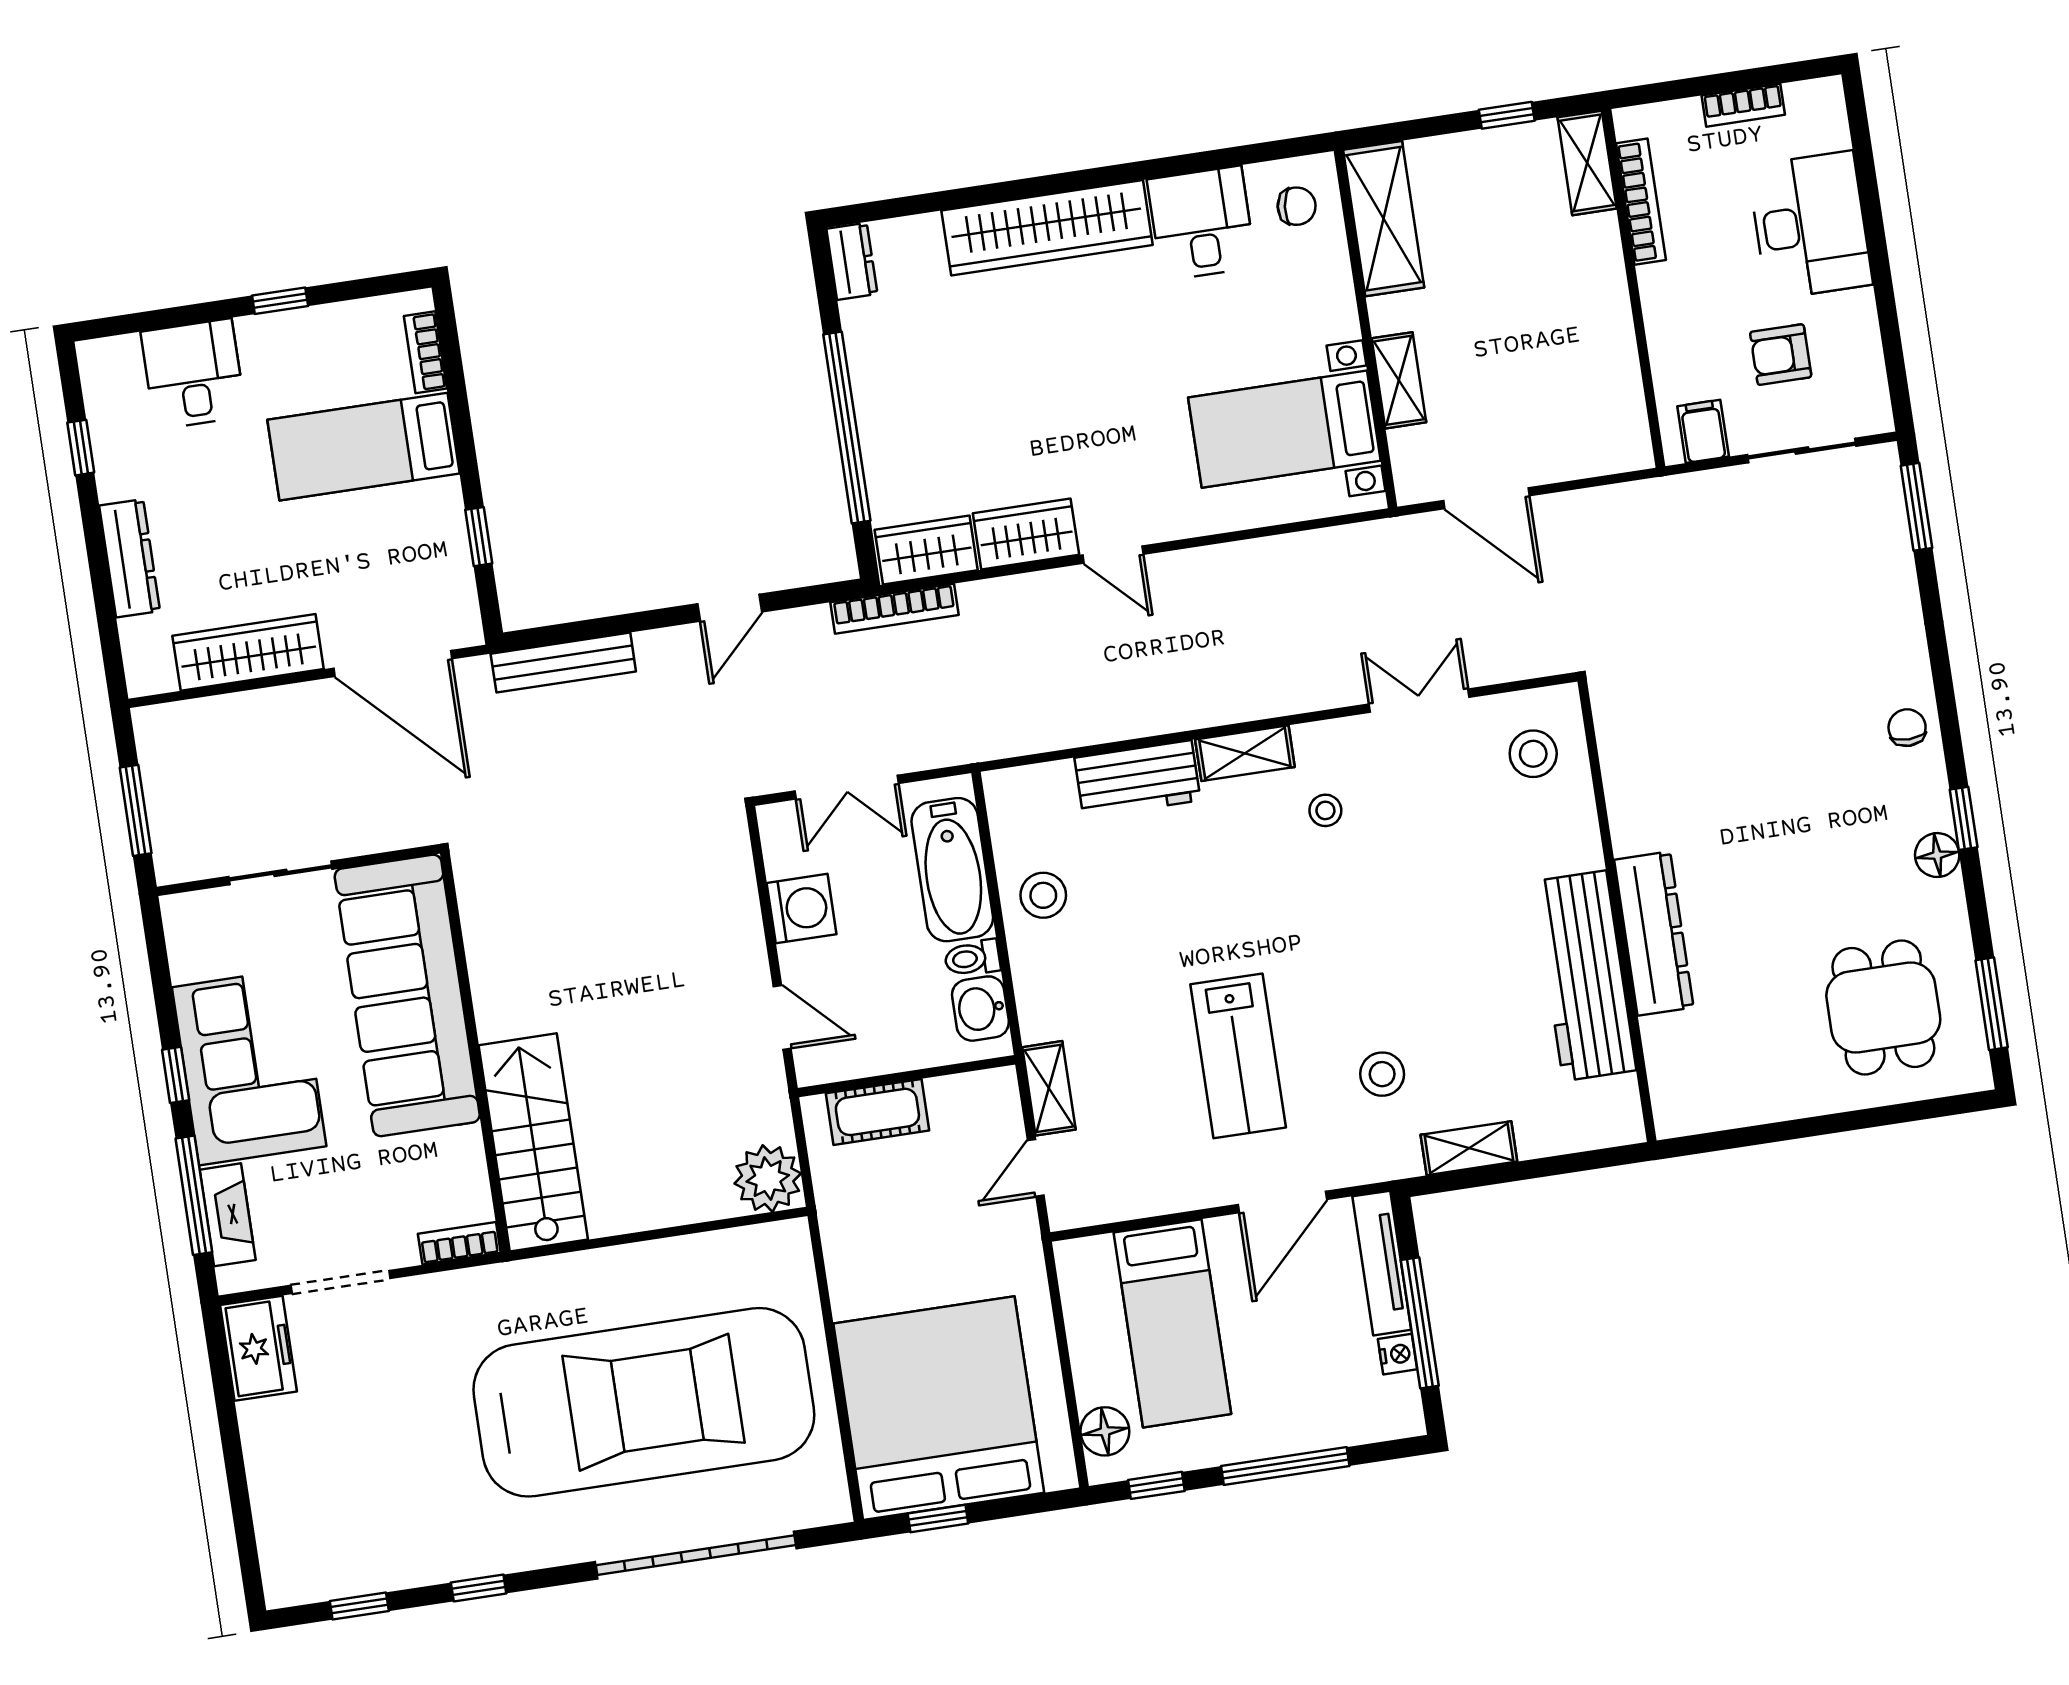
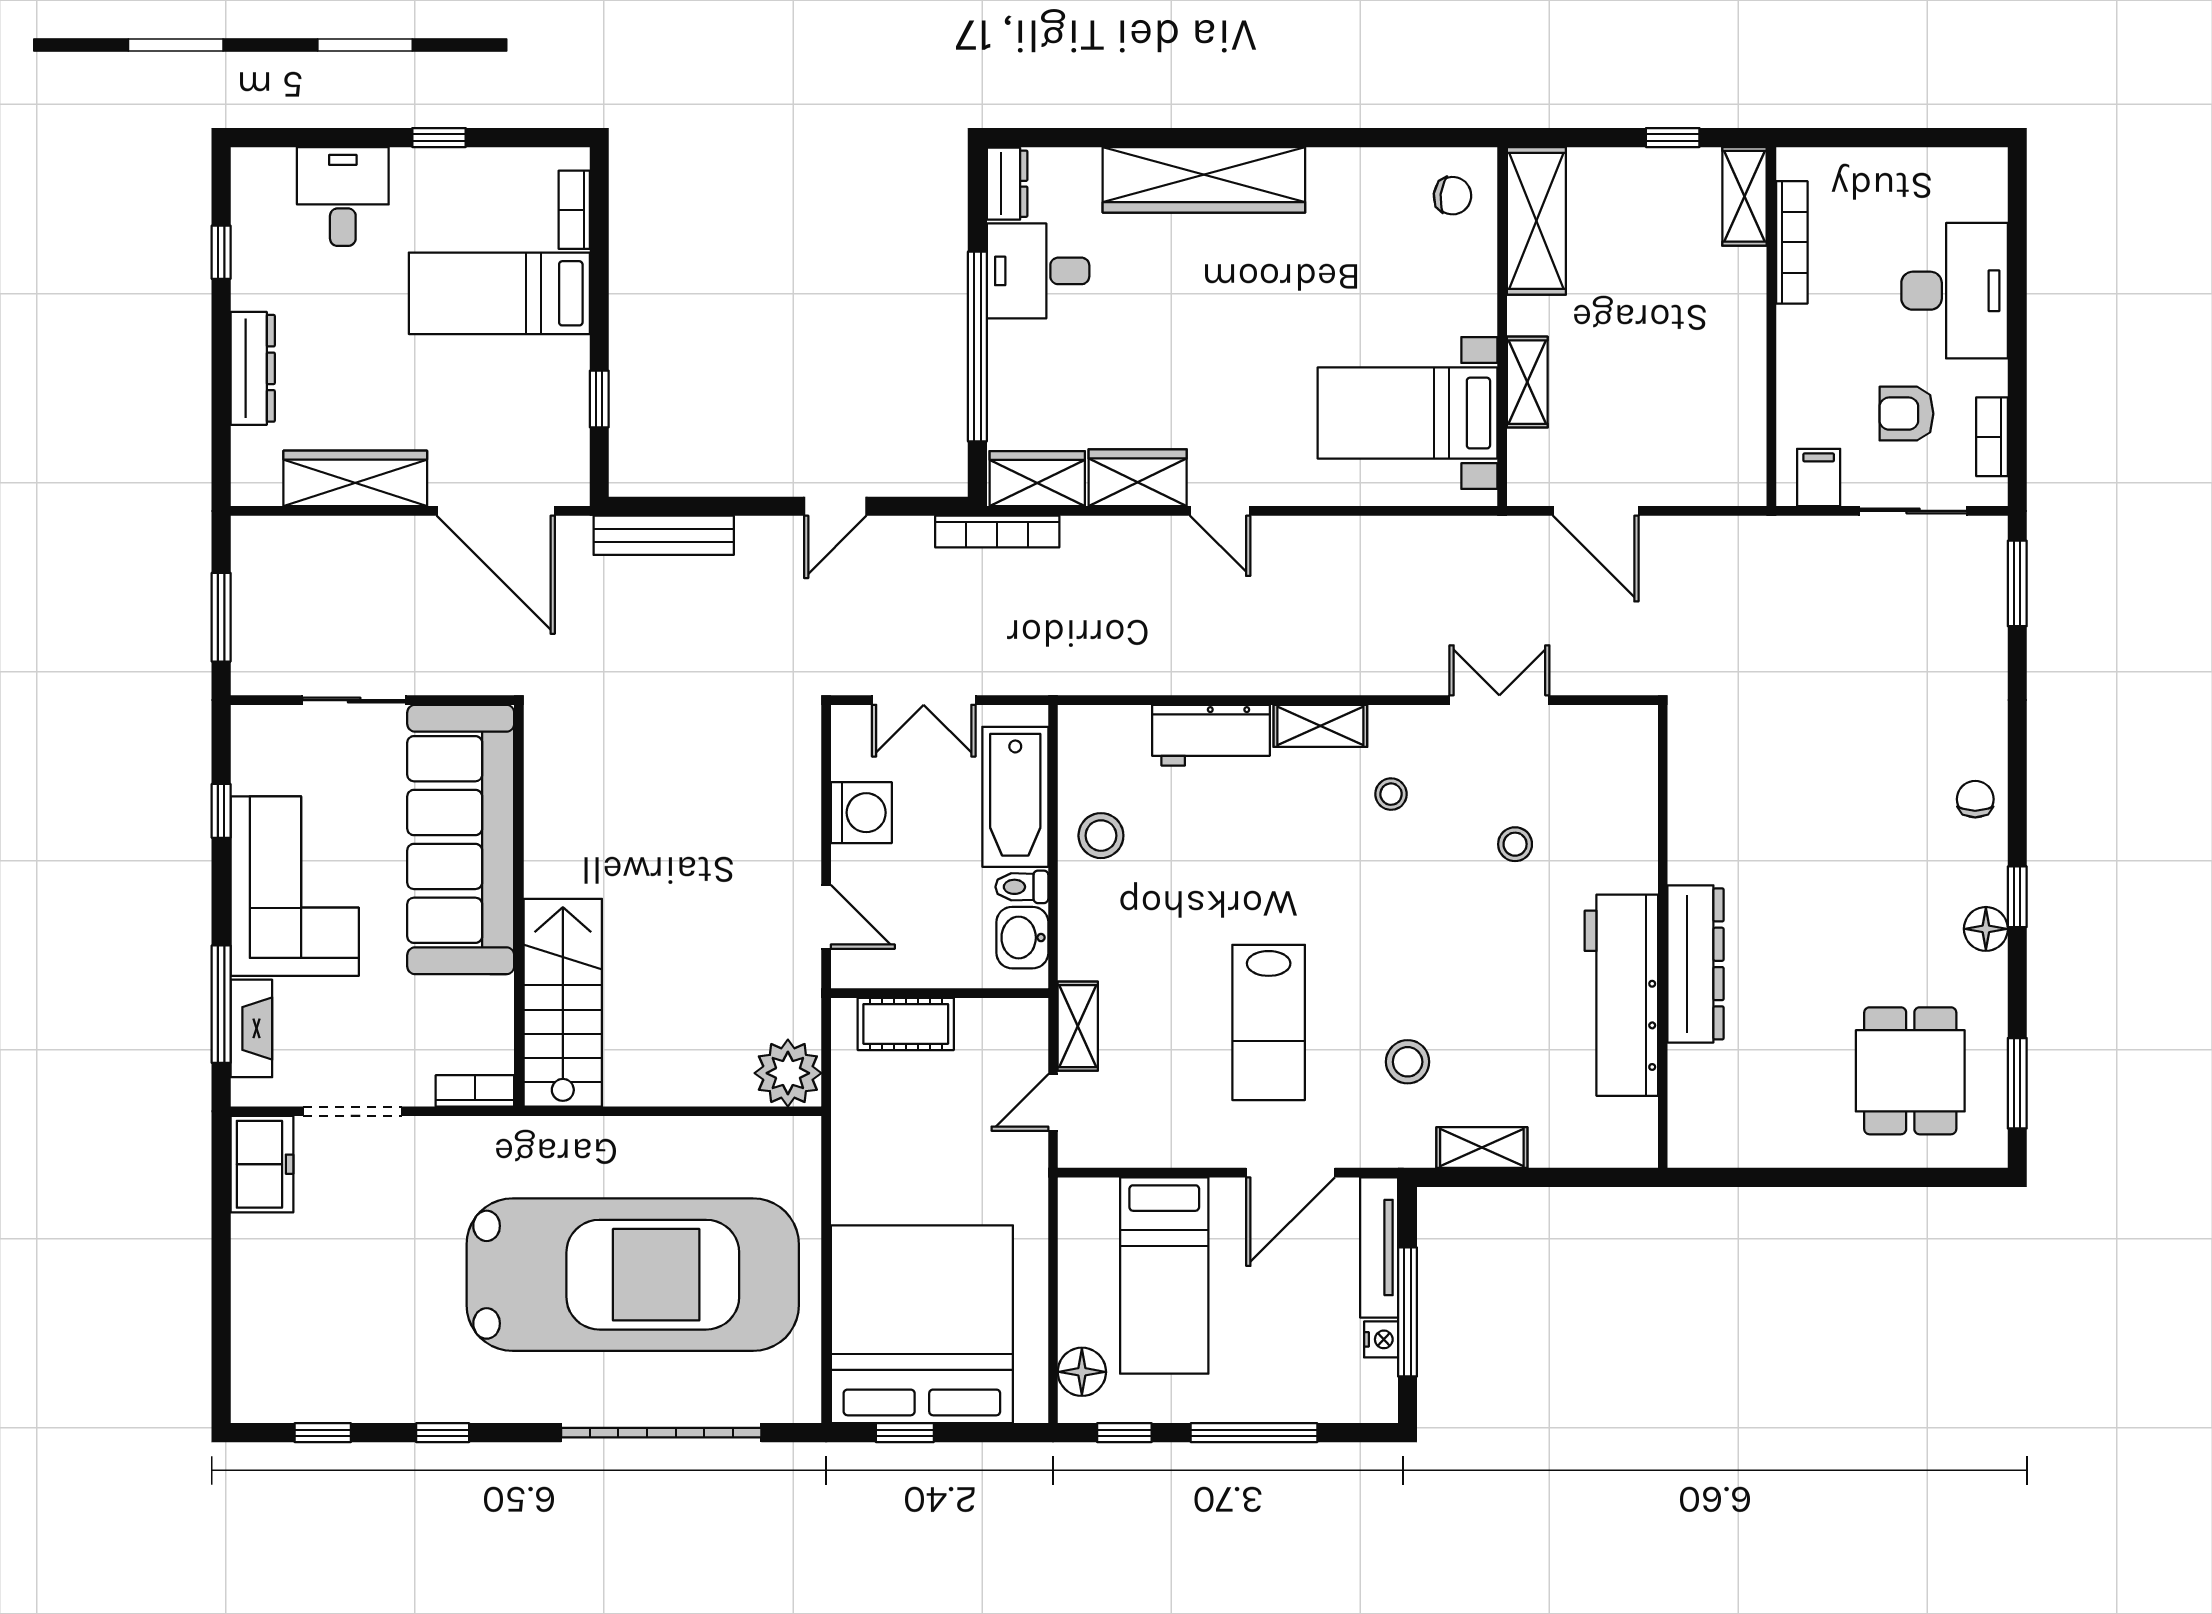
bookcase: (1743, 105) -> (1992, 437), moved, turned 90
desk: (1202, 223) -> (1038, 271), moved, turned -90
stool: (1533, 754) -> (1515, 844), moved, width x0.73, depth x0.73
window: (176, 1075) -> (221, 811), moved

